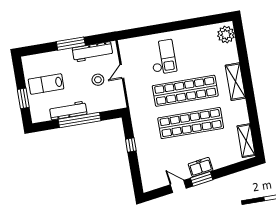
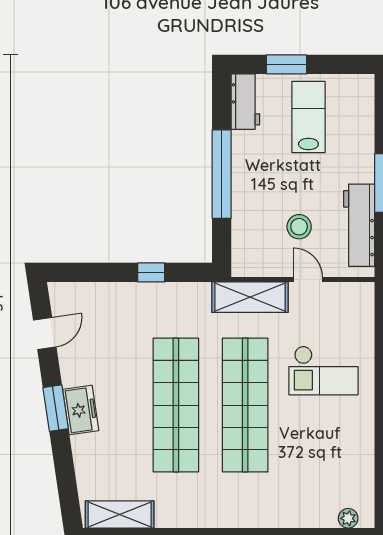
plant: (226, 35) -> (348, 518), width x0.53, depth x0.53
shelving: (235, 82) -> (250, 297), moved
workbench: (68, 110) -> (245, 102), moved, width x0.73
door: (178, 186) -> (45, 334), moved

